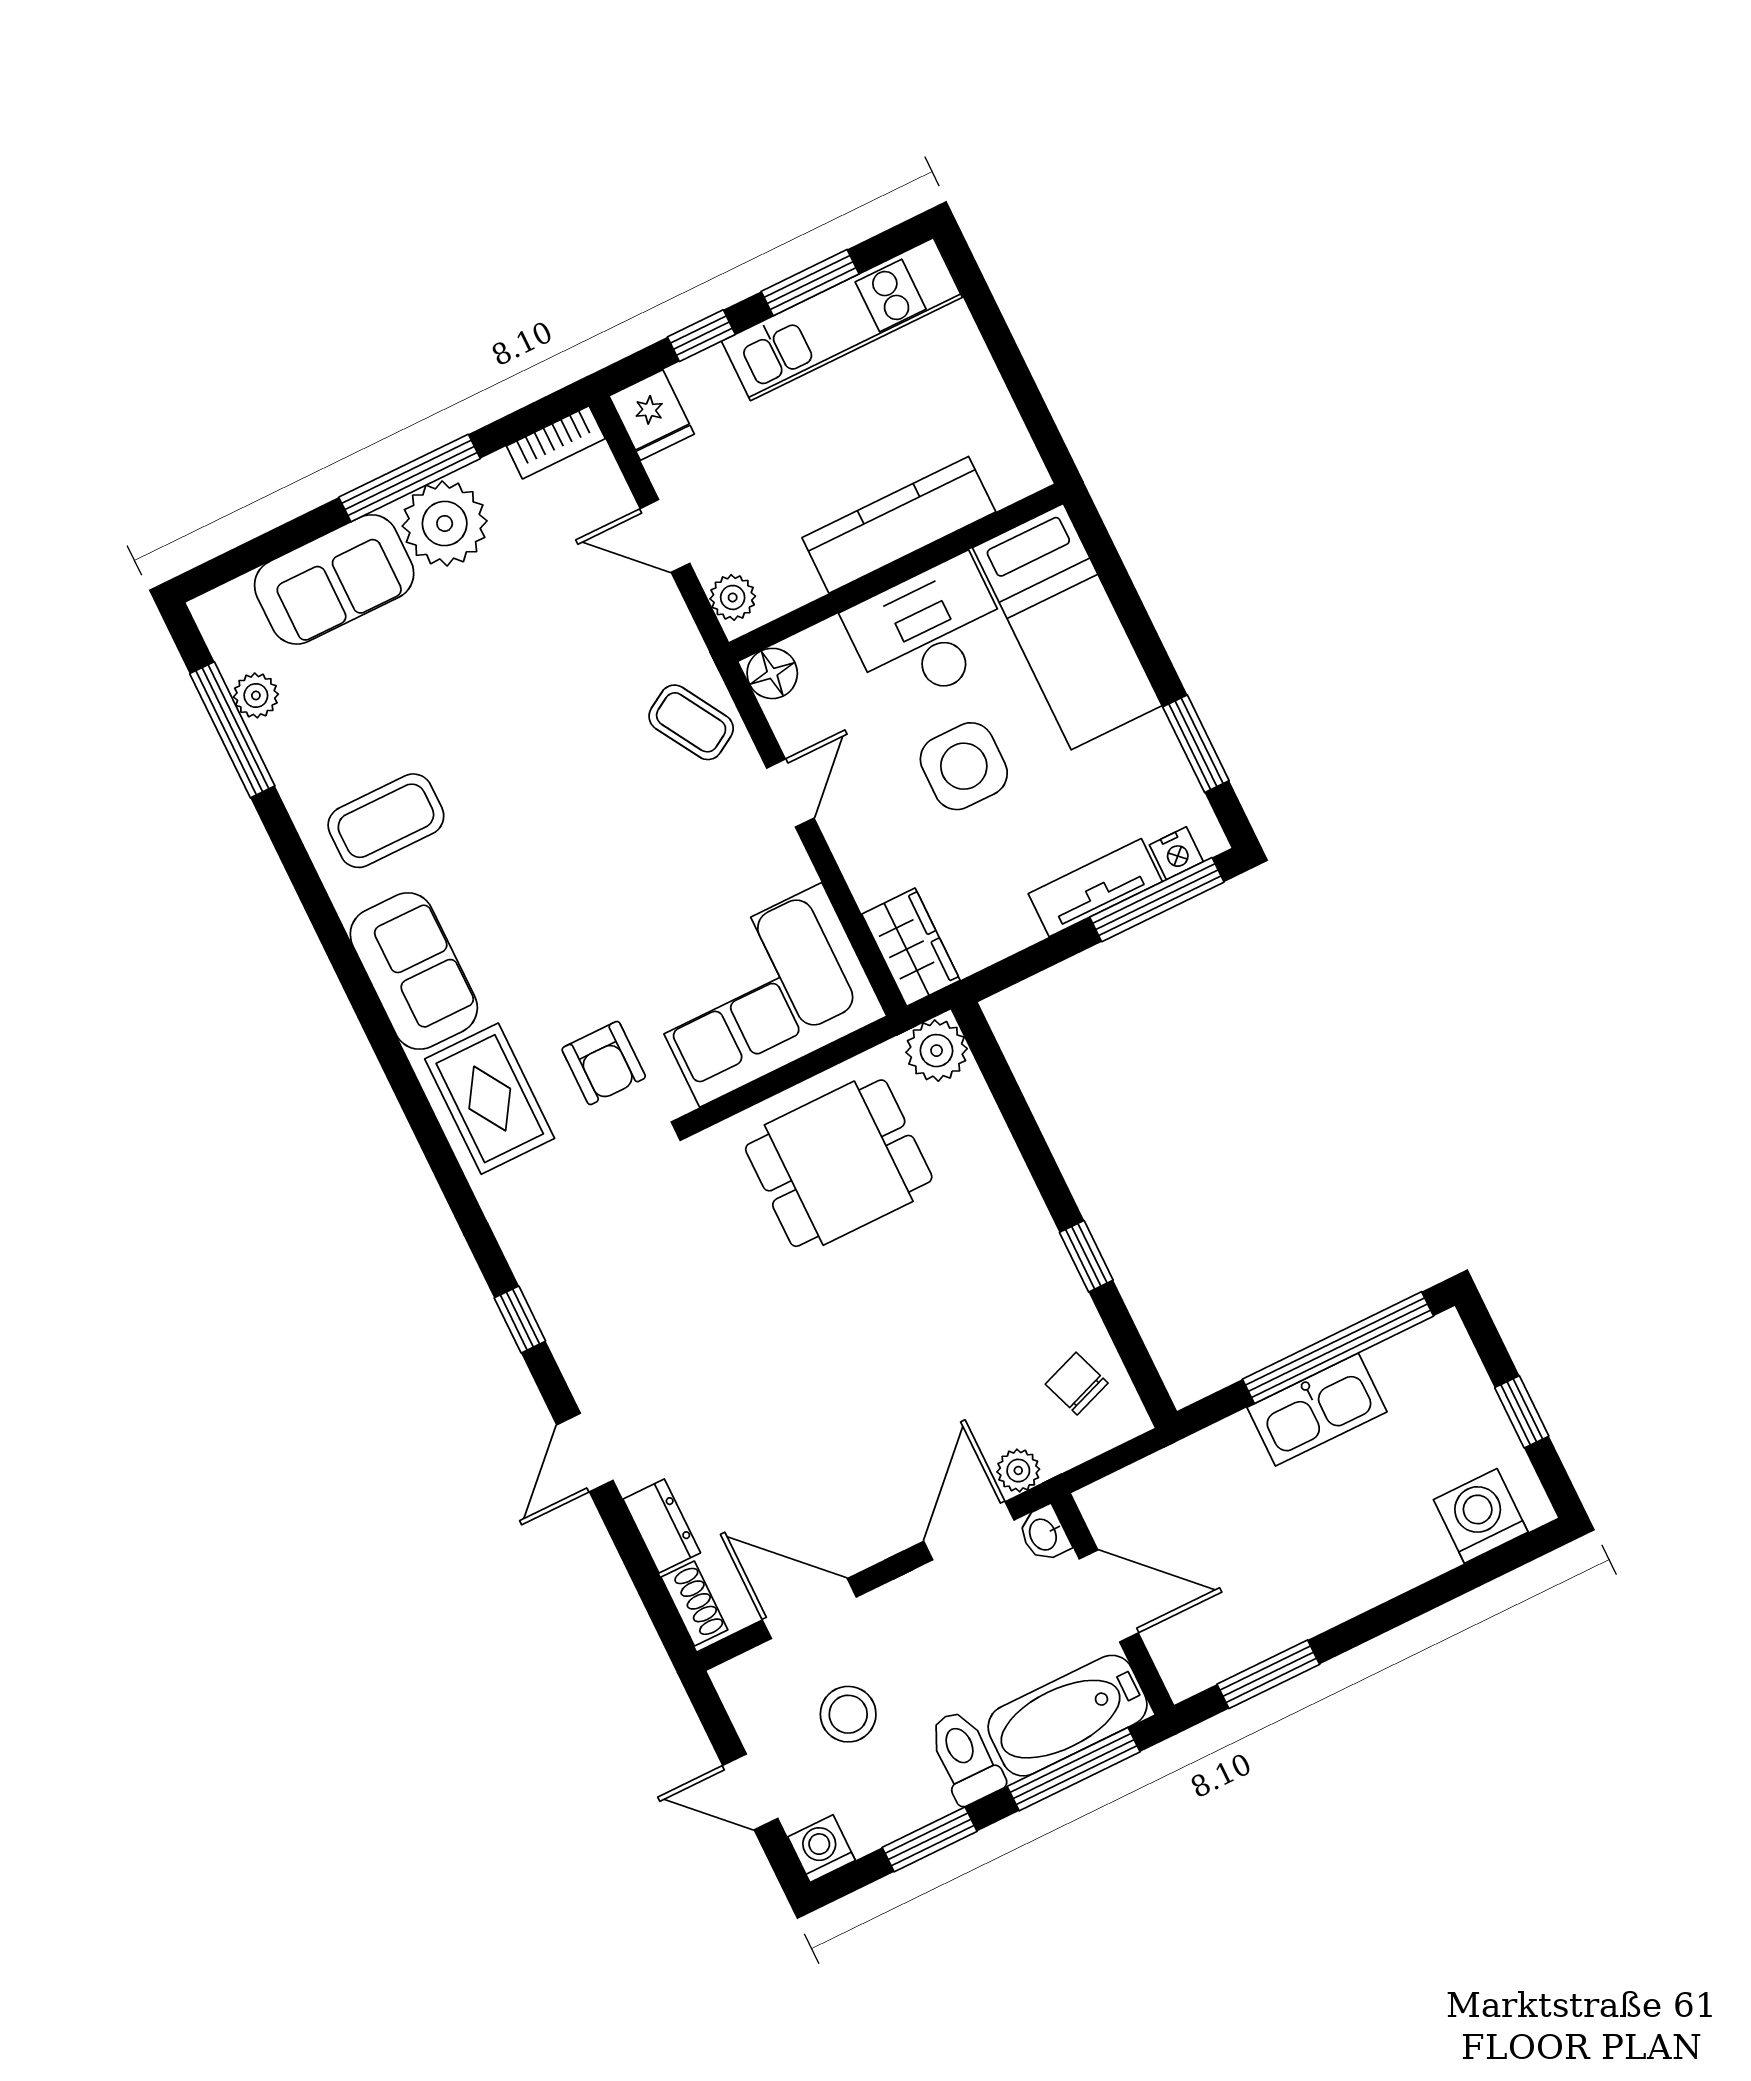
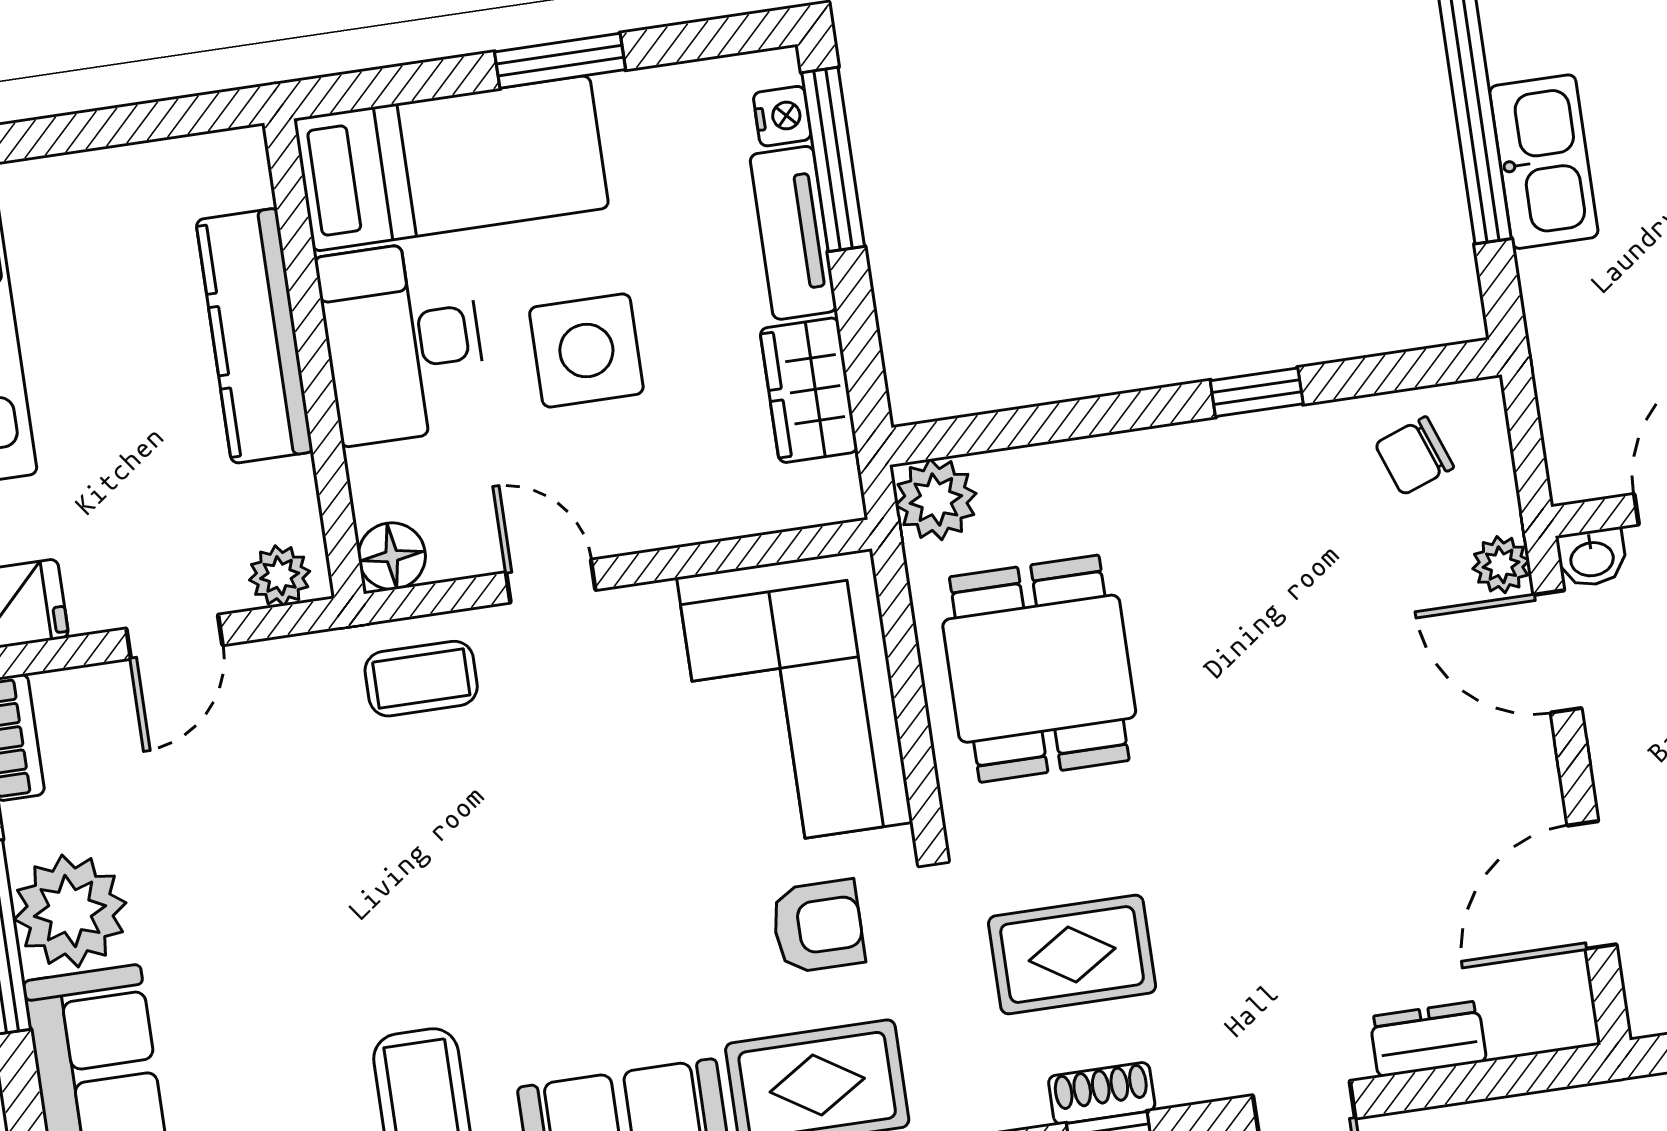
coffee table: (691, 722) -> (421, 679), turned 31
window: (1196, 744) -> (560, 61), moved
wardrobe: (911, 947) -> (809, 390), moved, turned -90
rug: (641, 1252) -> (1072, 955), added
shoe rack: (694, 1603) -> (1102, 1093), moved

